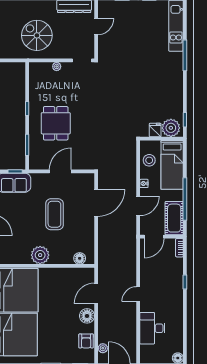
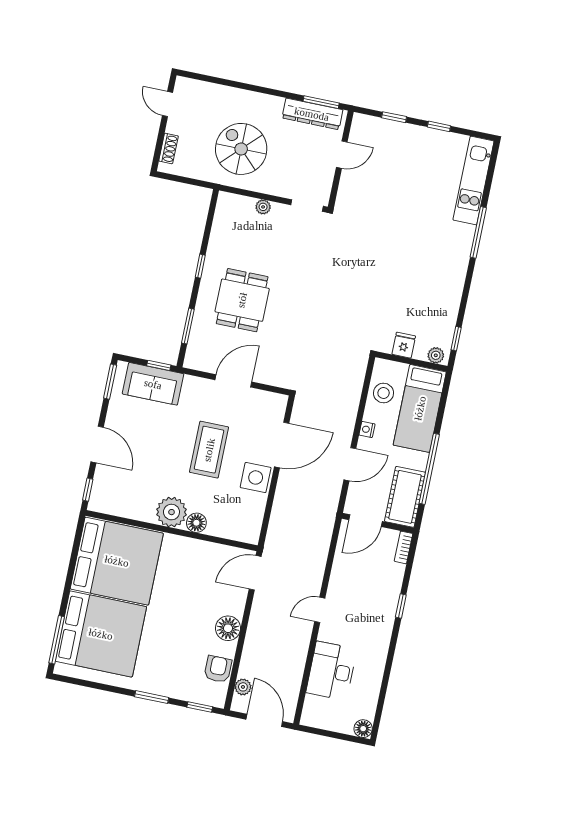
plant: (171, 128) -> (436, 355), width x0.53, depth x0.53
side table: (85, 225) -> (256, 477), added
floor lamp: (80, 258) -> (196, 523), moved
door: (96, 293) -> (255, 573), moved
armchair: (86, 341) -> (218, 669), turned 180

